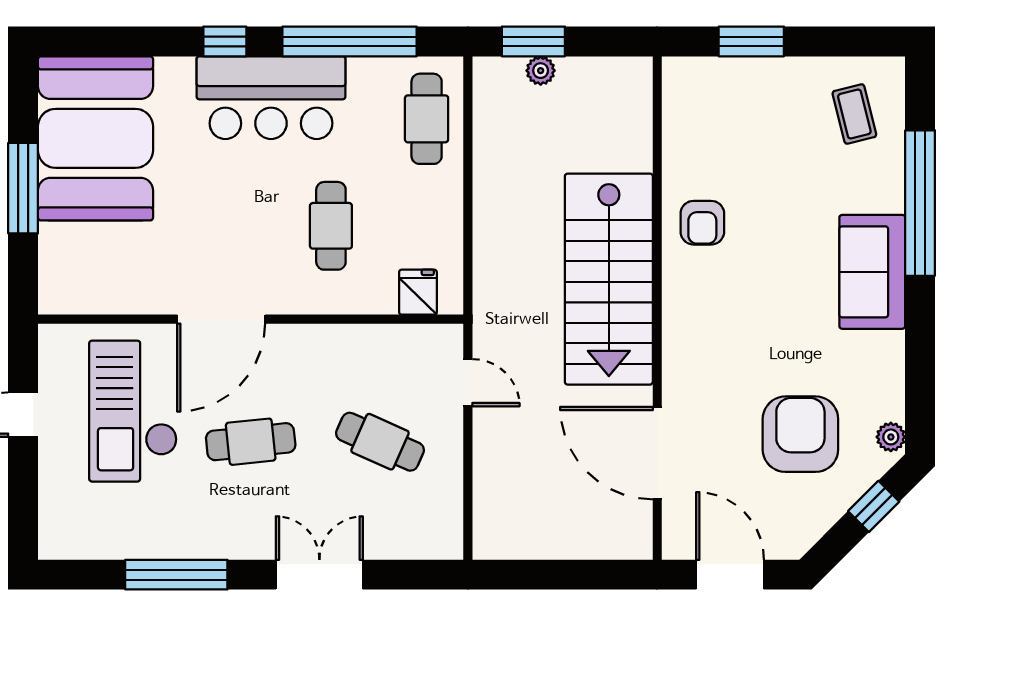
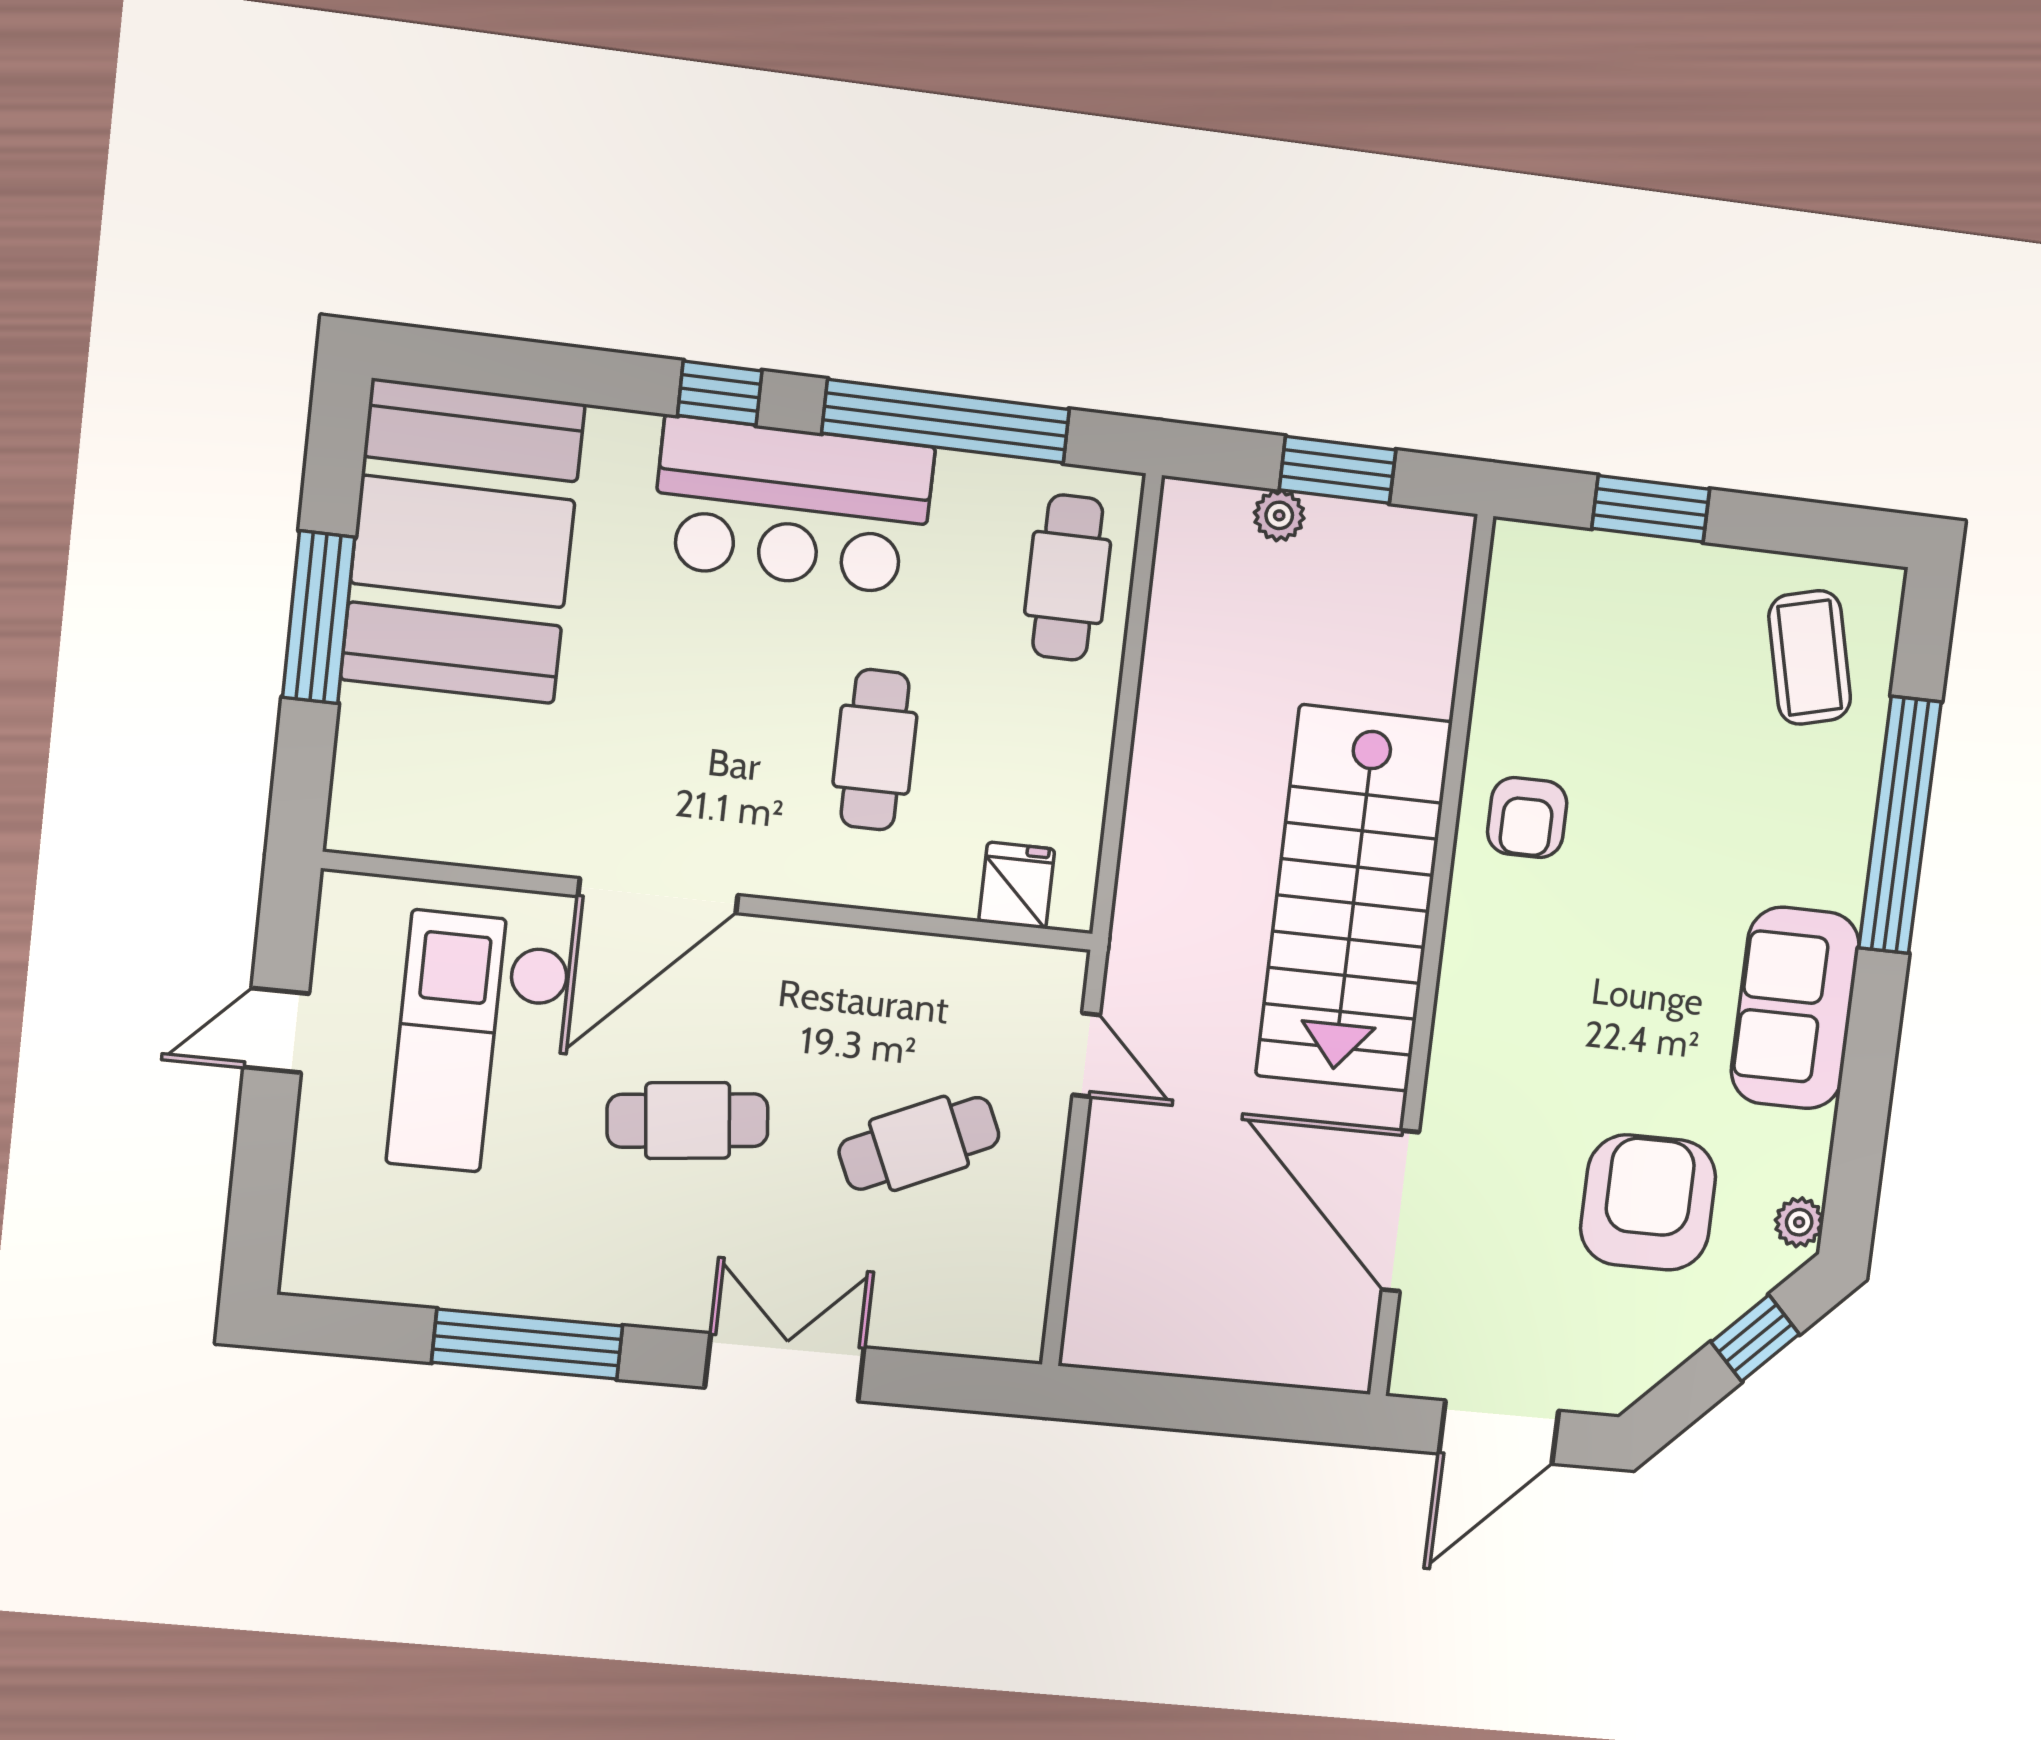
window: (533, 41) -> (1337, 470), moved
coffee table: (854, 114) -> (1810, 657), width x1.36, depth x1.30
sofa: (872, 272) -> (1795, 1008), moved
cafe table: (380, 442) -> (919, 1143), turned -48
door: (730, 575) -> (1499, 1432), swing flipped

